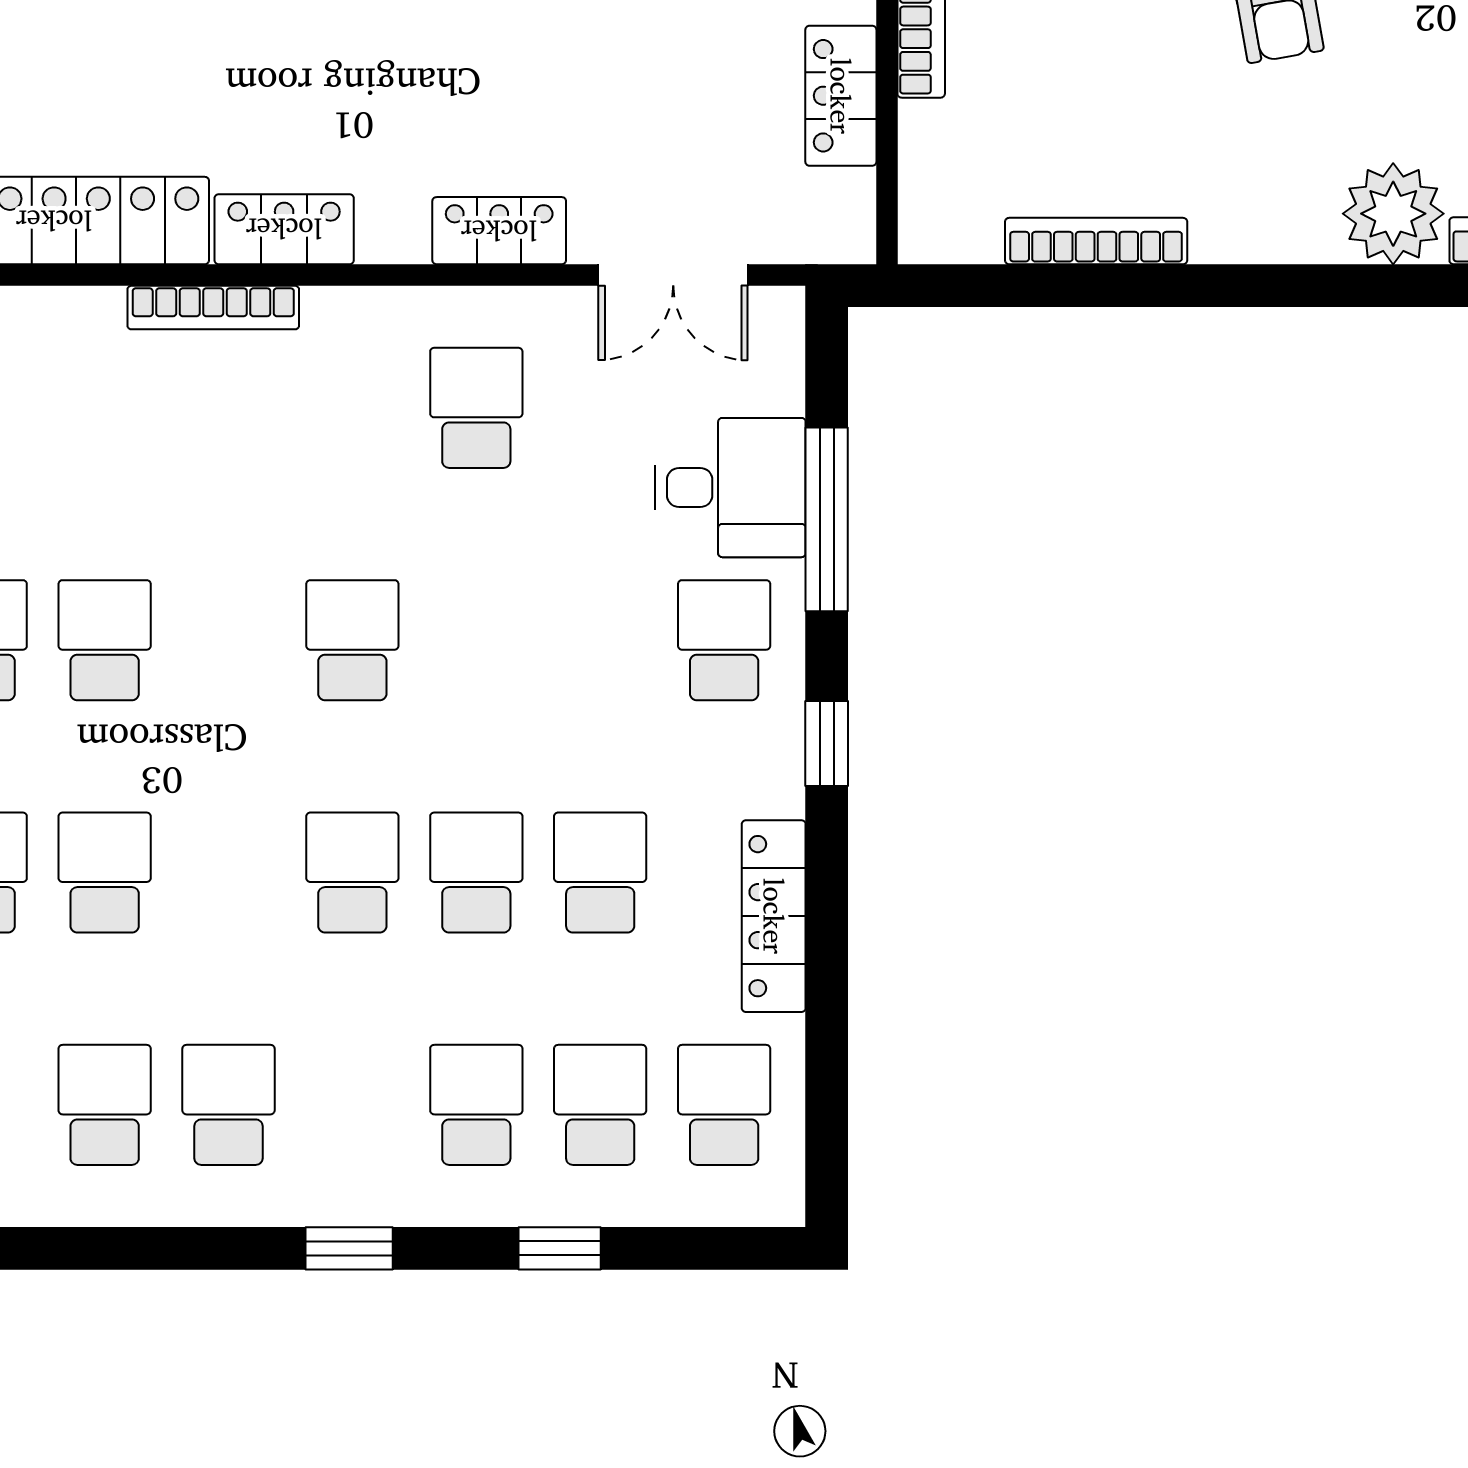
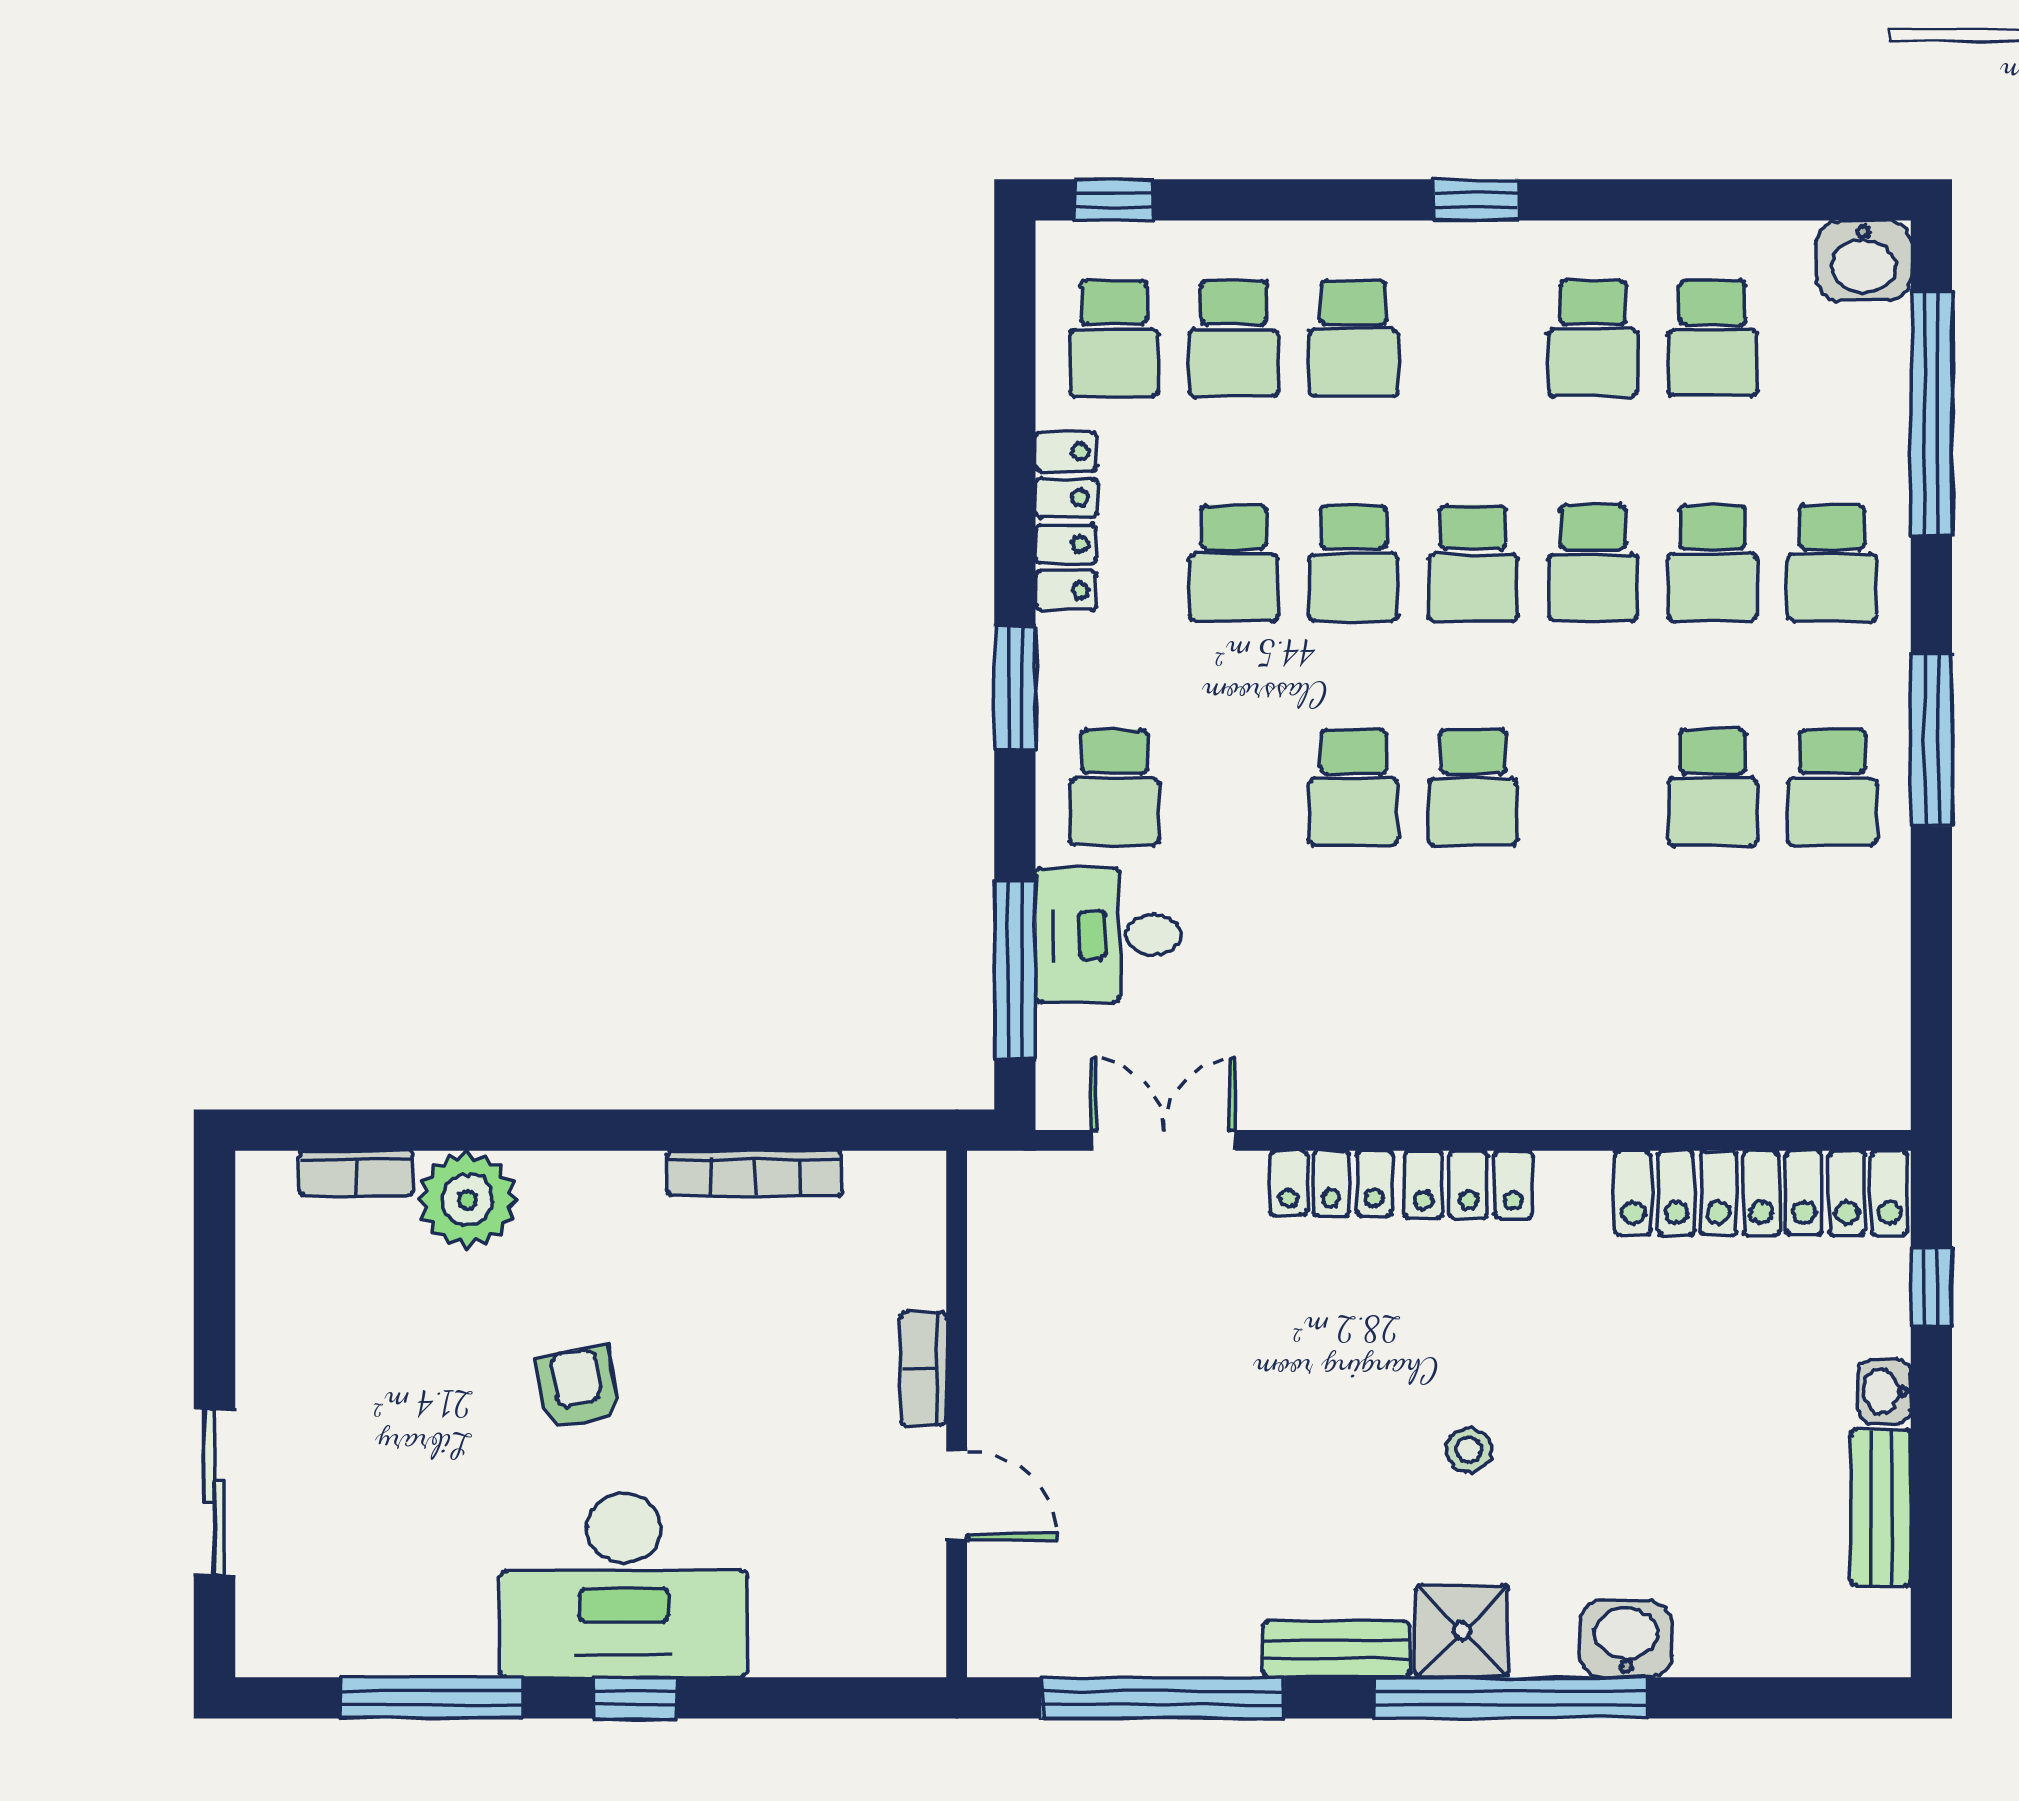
locker: (841, 96) -> (1001, 1314), removed
locker: (284, 229) -> (1468, 1185), moved
bookcase: (213, 308) -> (1608, 1109), removed
school desk: (476, 408) -> (1353, 788), moved
window: (827, 519) -> (1015, 970), moved
window: (827, 743) -> (1015, 688), width x1.50
school desk: (228, 873) -> (1593, 563), added
window: (560, 1248) -> (1114, 200), moved

